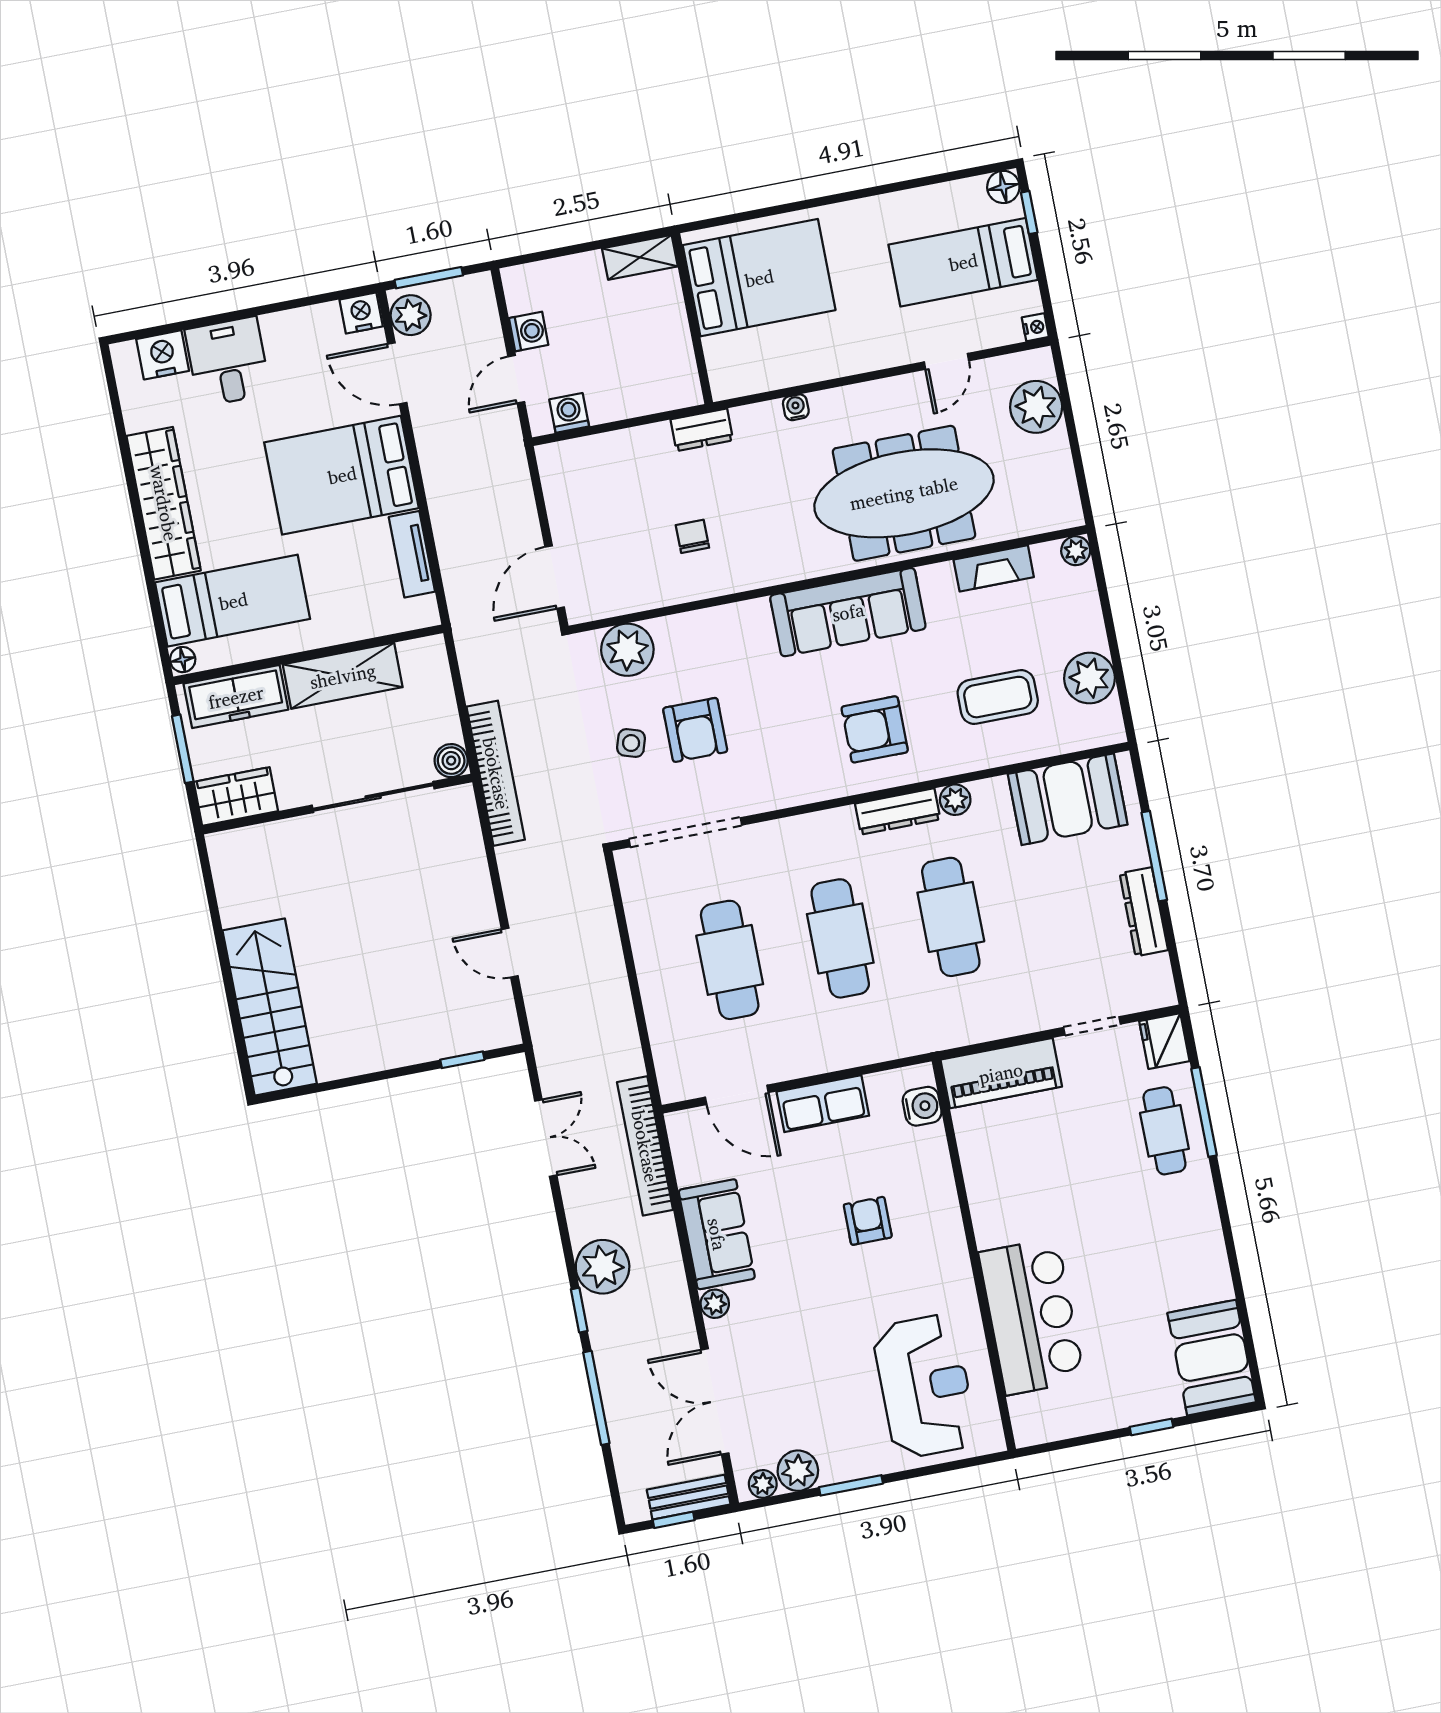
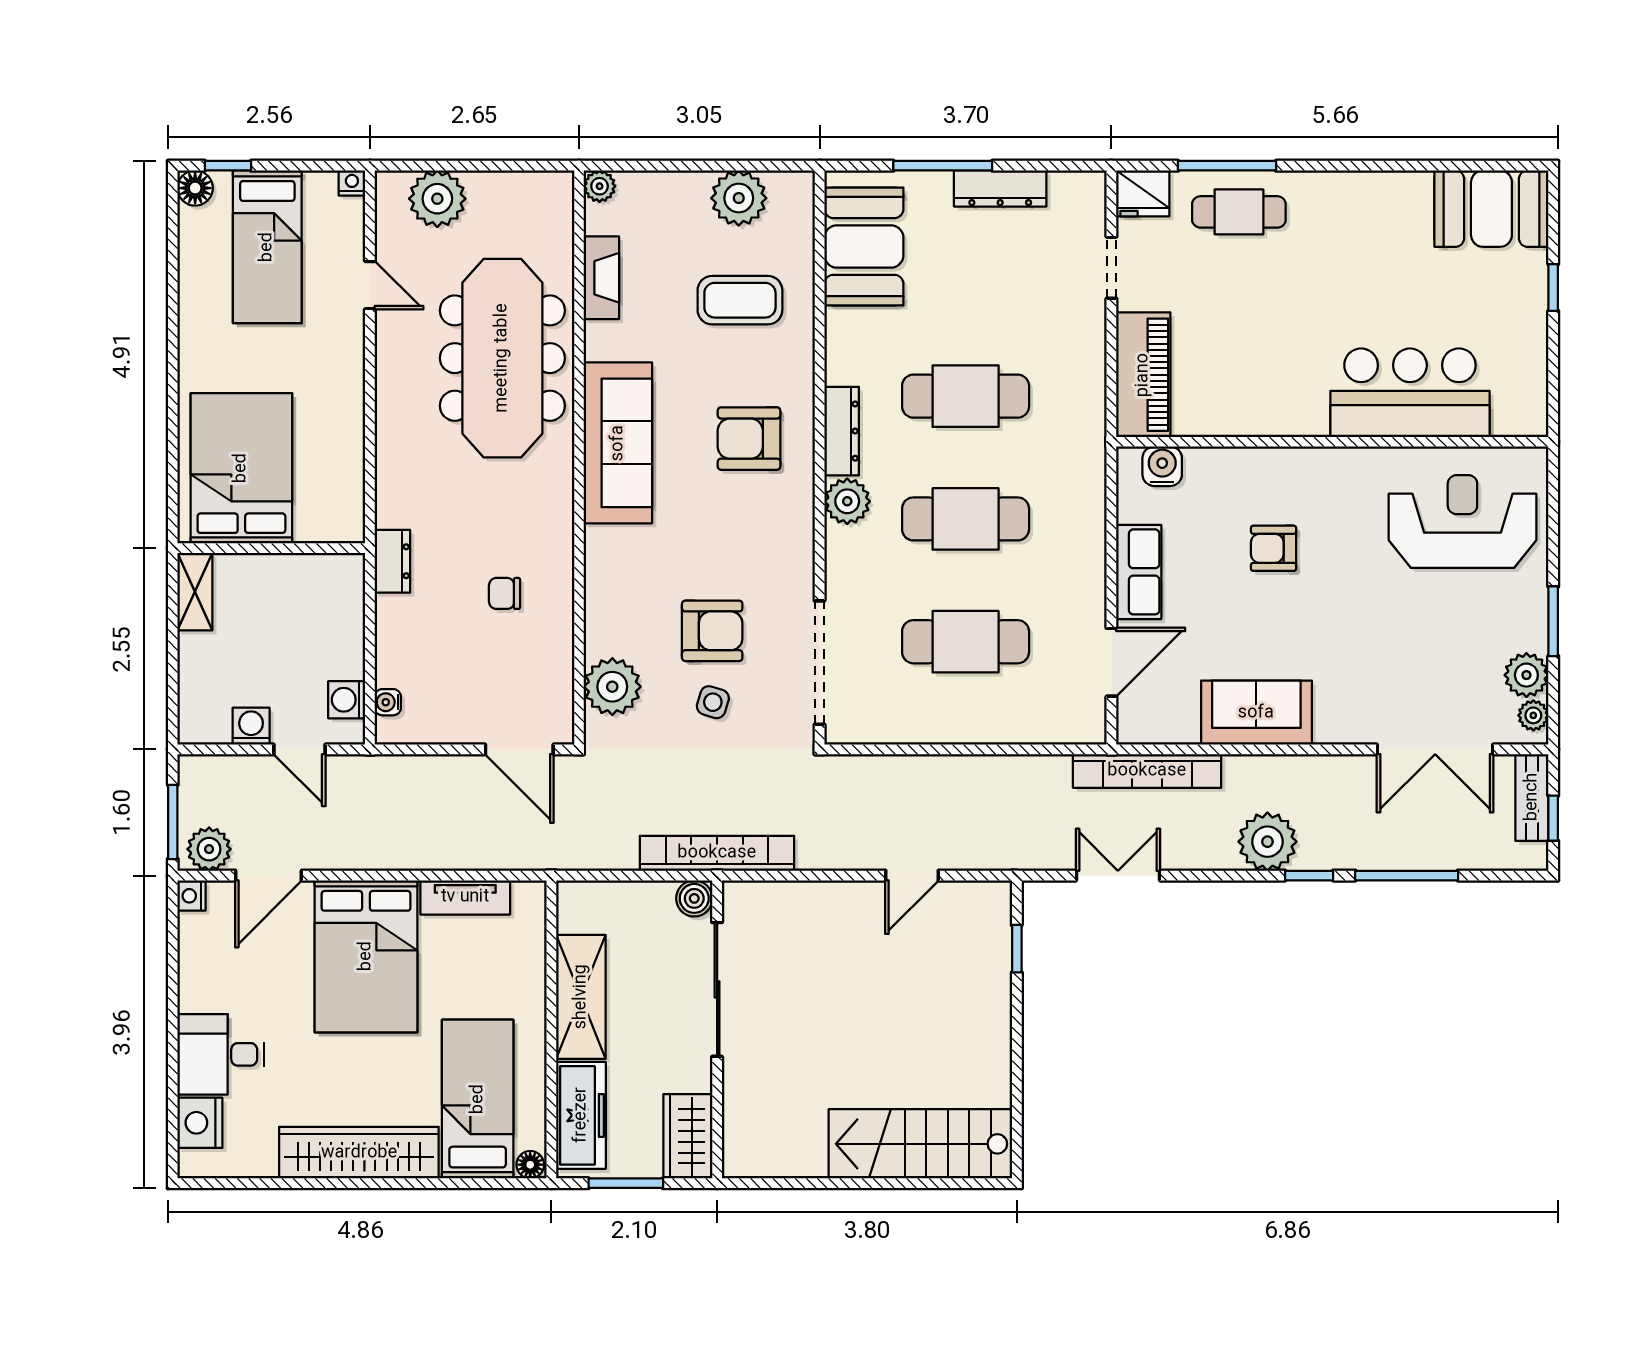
nightstand: (361, 313) -> (191, 896), width x0.72, depth x0.74
water cooler: (796, 407) -> (388, 702), moved
coffee table: (998, 697) -> (740, 300), turned 90
armchair: (875, 729) -> (749, 439), turned 90
plant: (955, 800) -> (847, 501), moved, width x1.38, depth x1.38
plant: (715, 1304) -> (1330, 729), removed

